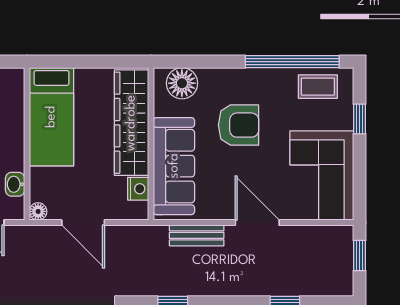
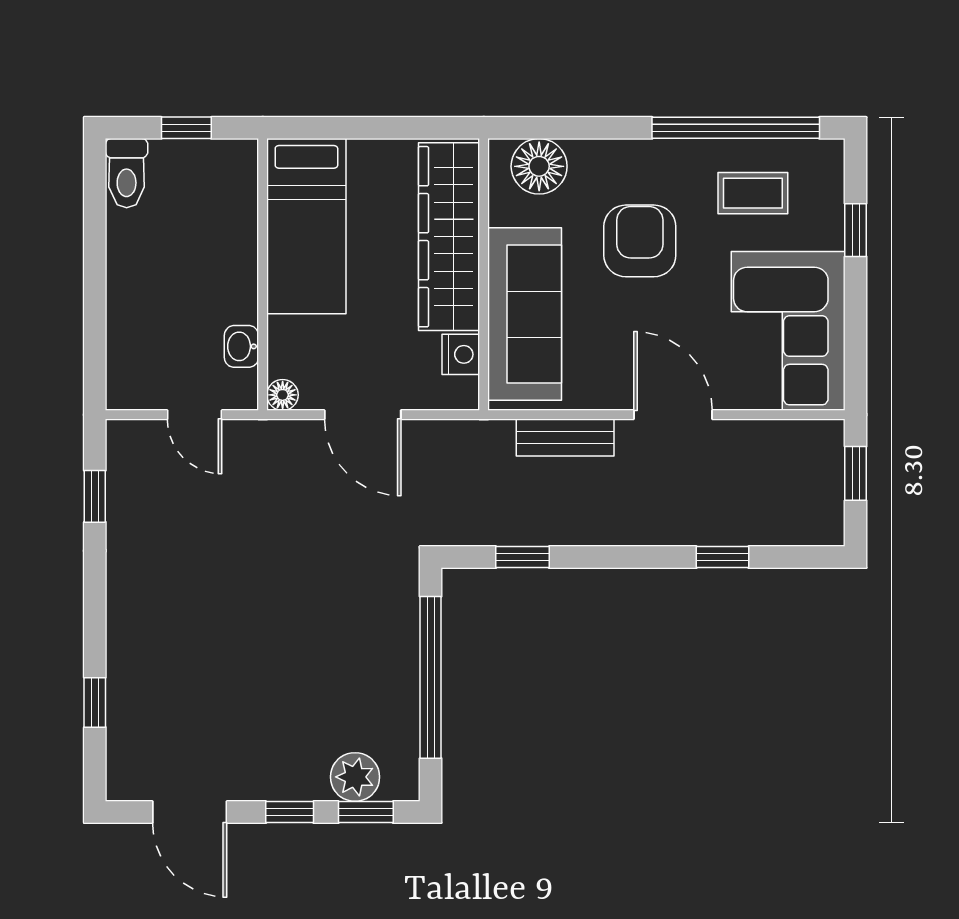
coffee table: (318, 87) -> (753, 193), moved
armchair: (239, 125) -> (640, 241), turned -90

